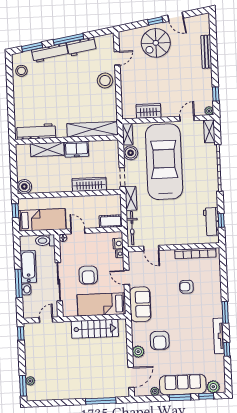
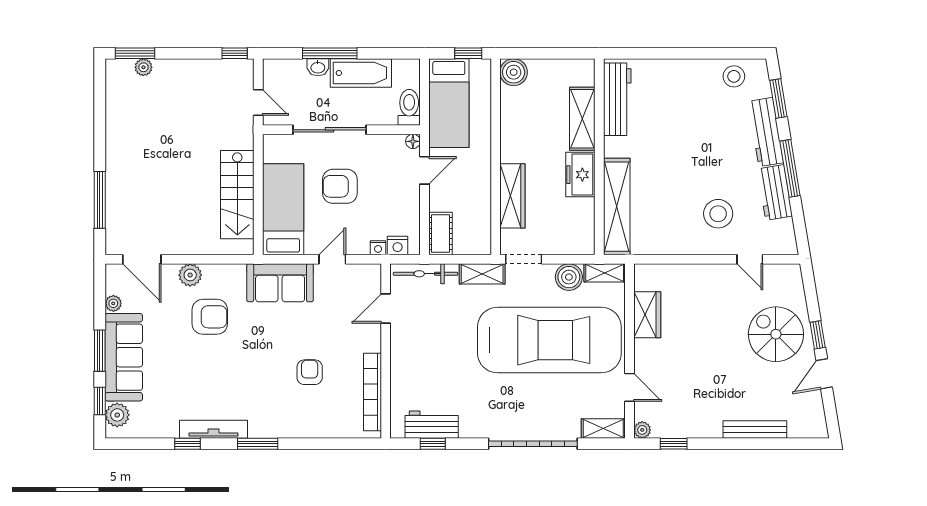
stool: (105, 81) -> (718, 214), moved
armchair: (160, 340) -> (210, 317), turned 180

